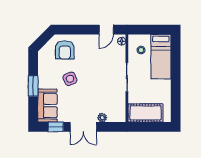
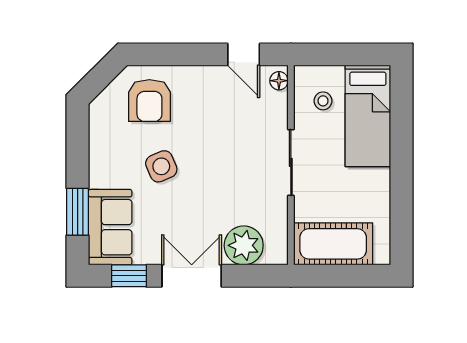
door: (106, 30) -> (244, 54), hinge flipped
window: (33, 86) -> (78, 212), moved
plant: (102, 118) -> (244, 245), width x1.88, depth x1.88
double door: (83, 127) -> (192, 276), swing flipped

